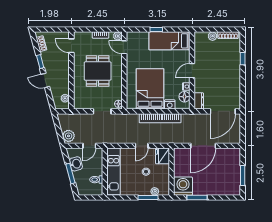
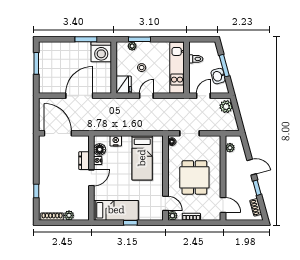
bed: (150, 89) -> (142, 158), width x0.67
dresser: (199, 101) -> (84, 161), moved
door: (223, 111) -> (58, 133), hinge flipped
bookcase: (160, 118) -> (126, 126), removed

